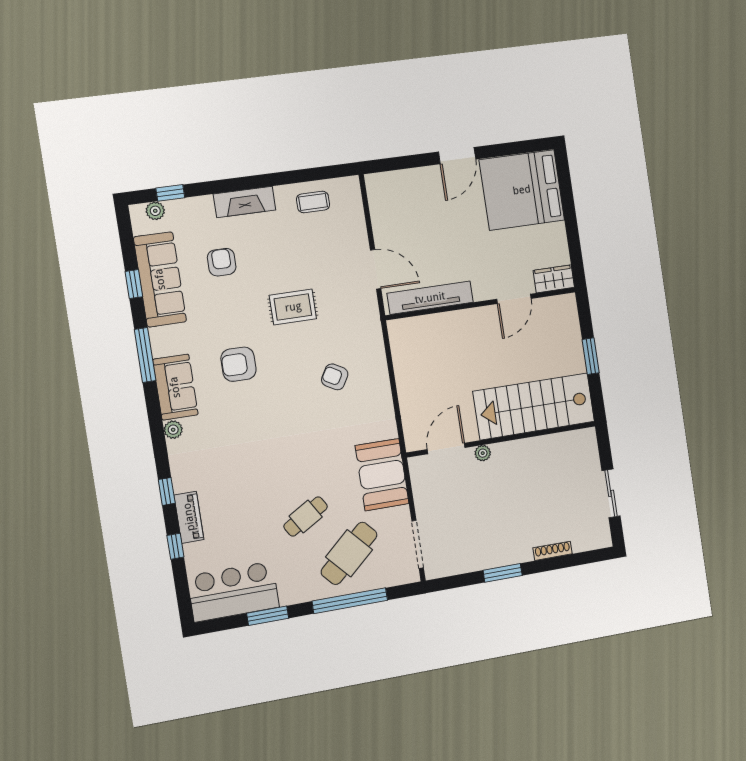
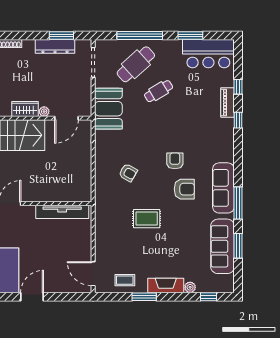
window: (277, 179) -> (144, 297), added
plant: (155, 211) -> (190, 287), moved
armchair: (222, 262) -> (175, 161), moved, turned 180
door: (376, 269) -> (93, 274), moved
window: (134, 284) -> (238, 246), width x1.50
sofa: (175, 387) -> (223, 188), width x1.36
plant: (173, 430) -> (229, 156), removed
wardrobe: (513, 452) -> (25, 109), added
dresser: (481, 559) -> (55, 46), added
window: (503, 573) -> (61, 35), moved

